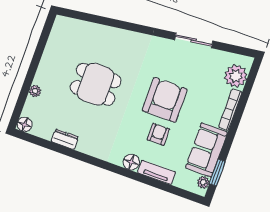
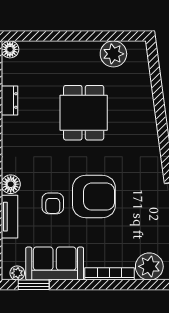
plant: (35, 91) -> (113, 54), moved, width x1.88, depth x1.88
armchair: (158, 134) -> (53, 203), turned 90

